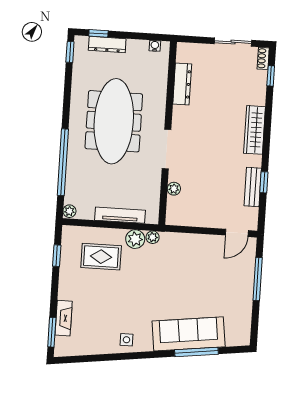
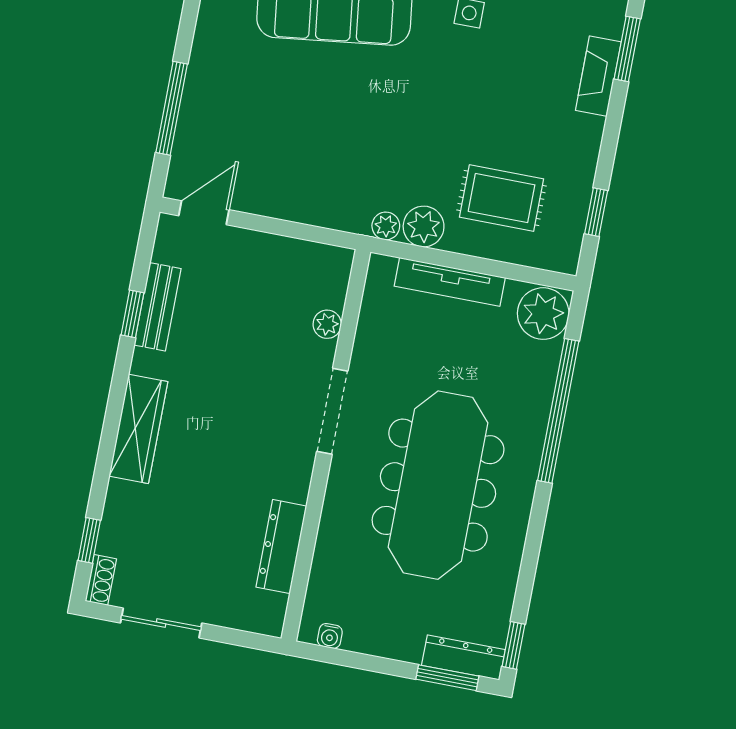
window: (98, 33) -> (447, 678), width x1.50
dresser: (107, 45) -> (463, 657), moved
plant: (69, 211) -> (543, 314), width x1.87, depth x1.87

